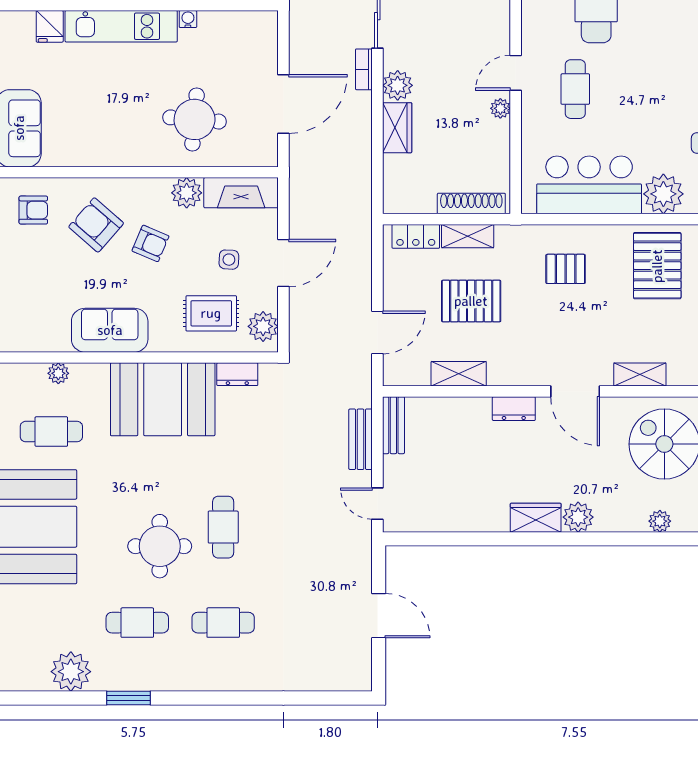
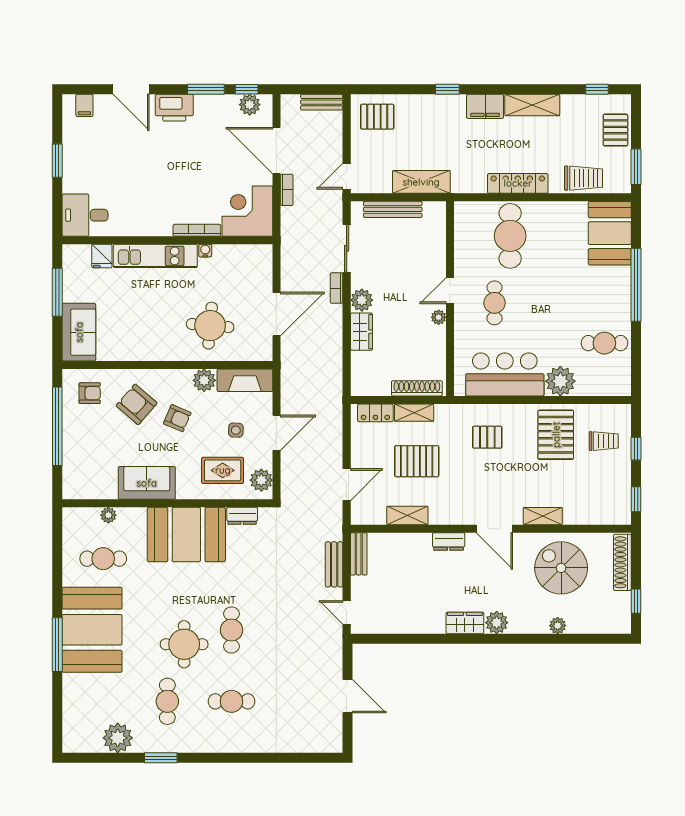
cafe table: (137, 623) -> (167, 701), turned 90

